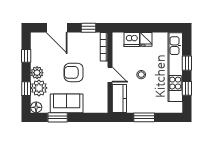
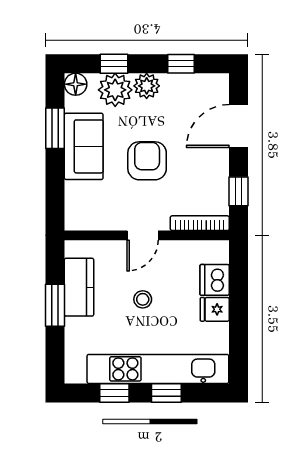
kitchen counter: (119, 98) -> (79, 287), moved, turned -90

